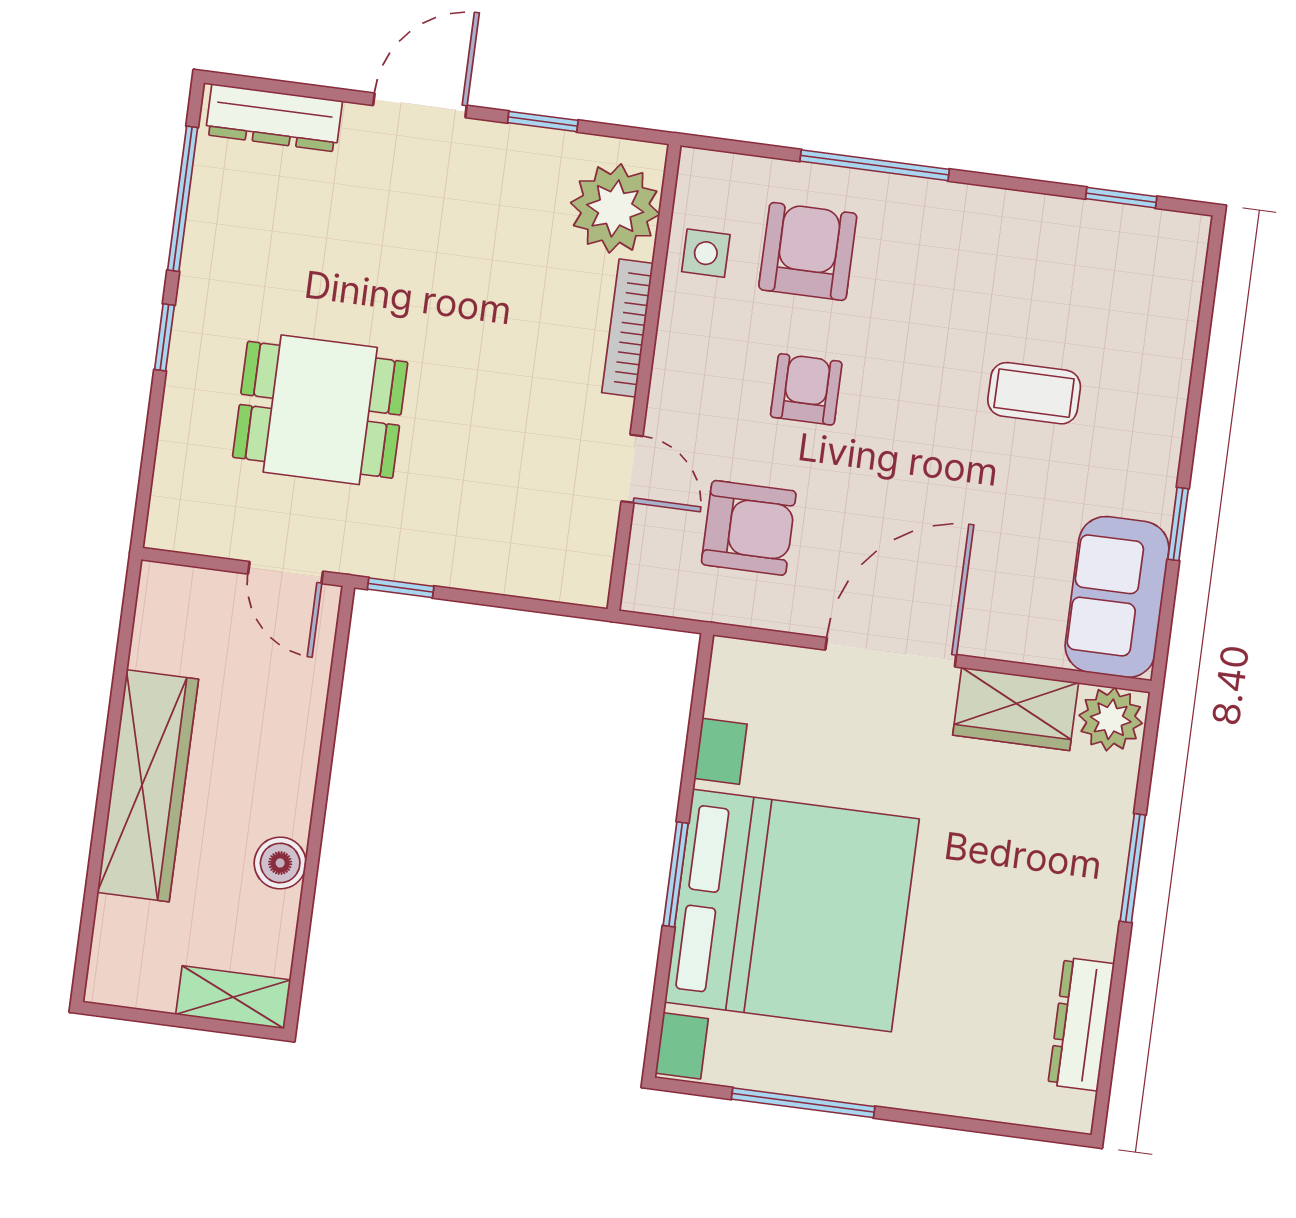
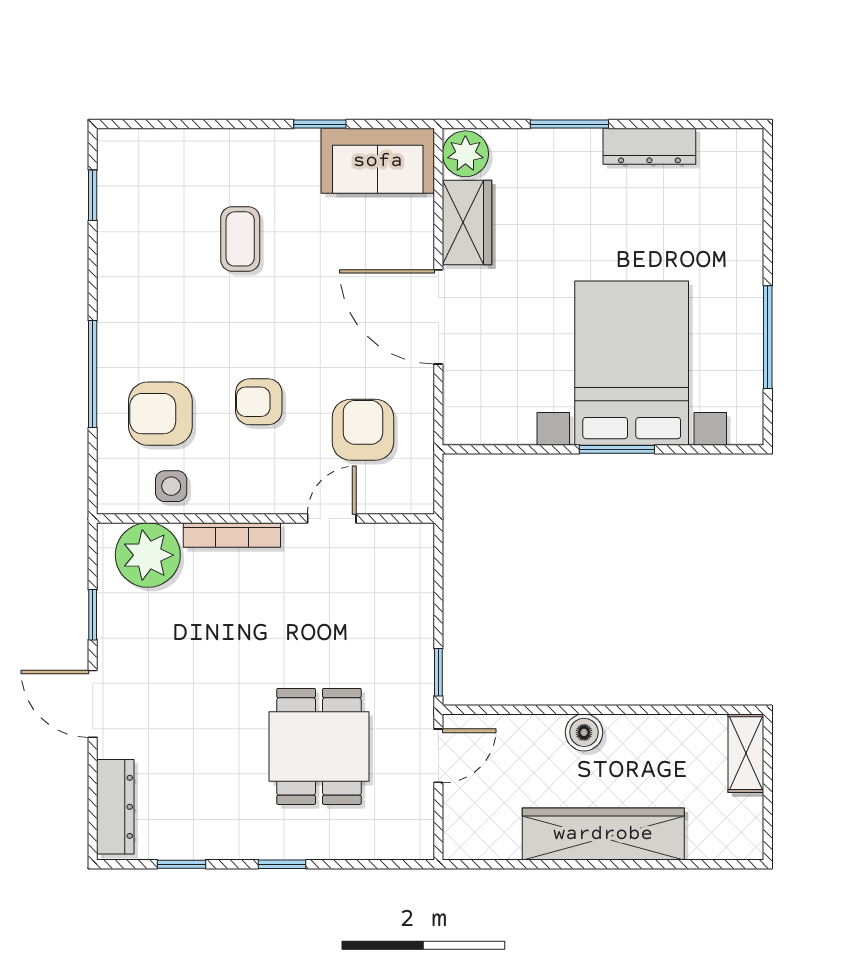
window: (183, 199) -> (182, 864), width x0.46
boiler: (280, 863) -> (584, 732), moved
bed with nightstands: (792, 910) -> (632, 363), width x0.73
dresser: (1081, 1024) -> (649, 146), moved

